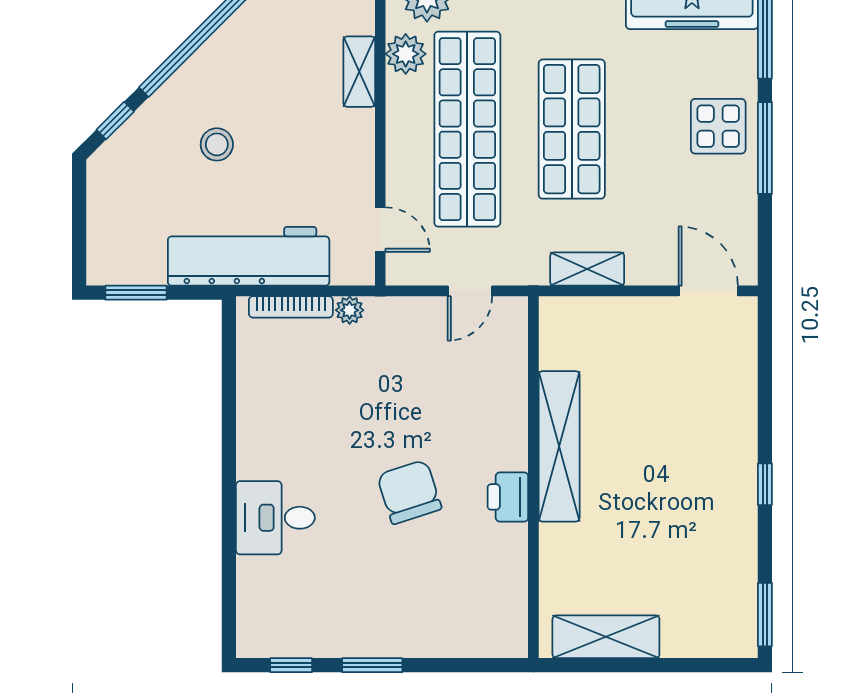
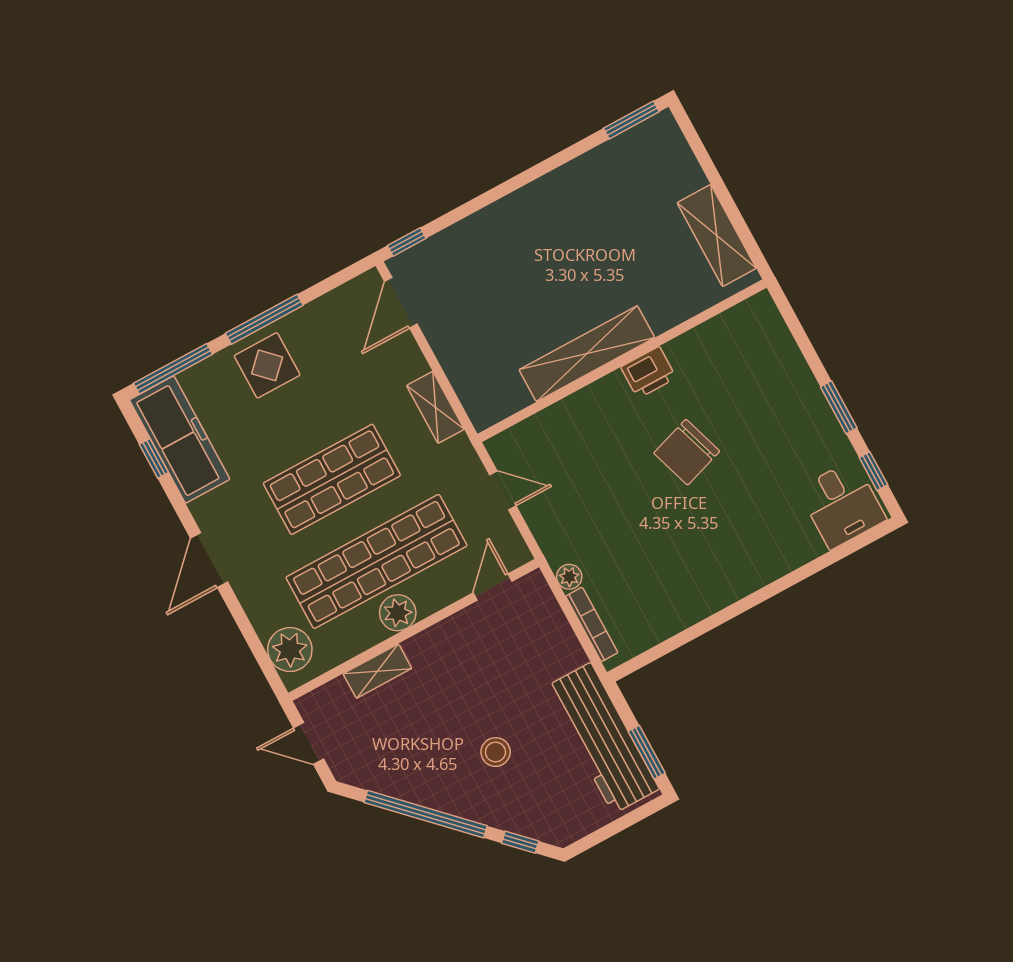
plant: (406, 54) -> (398, 613), moved
workbench: (249, 256) -> (602, 738), moved
window: (765, 484) -> (407, 242), moved
desk: (275, 518) -> (842, 504), moved

